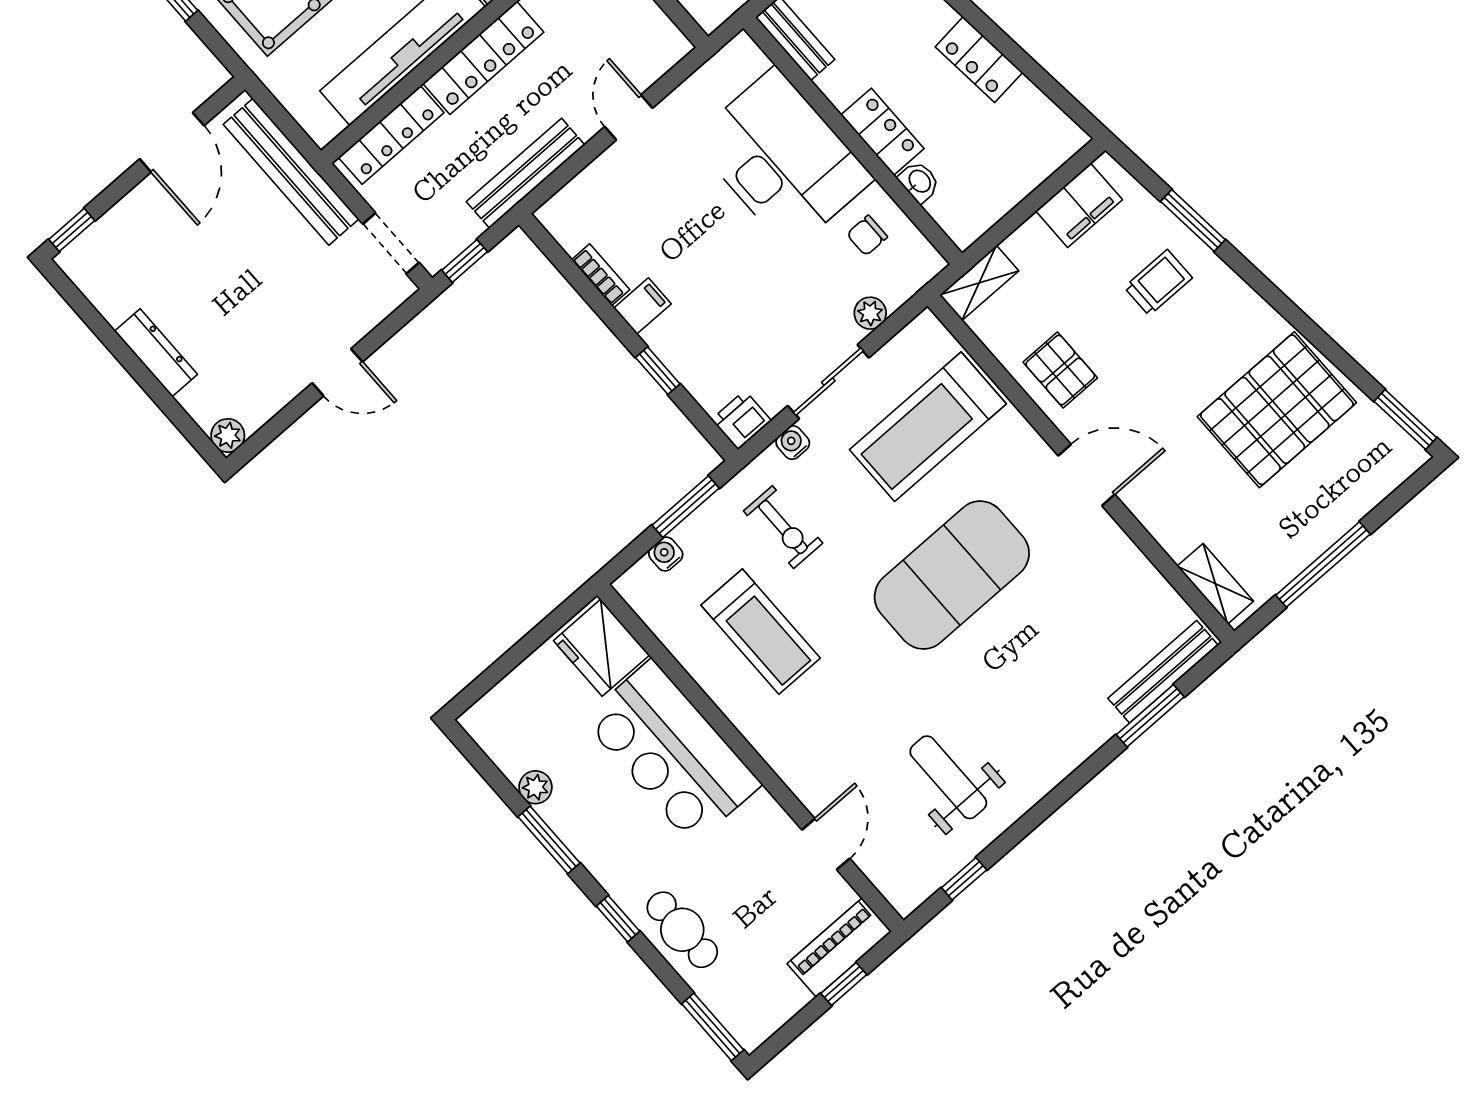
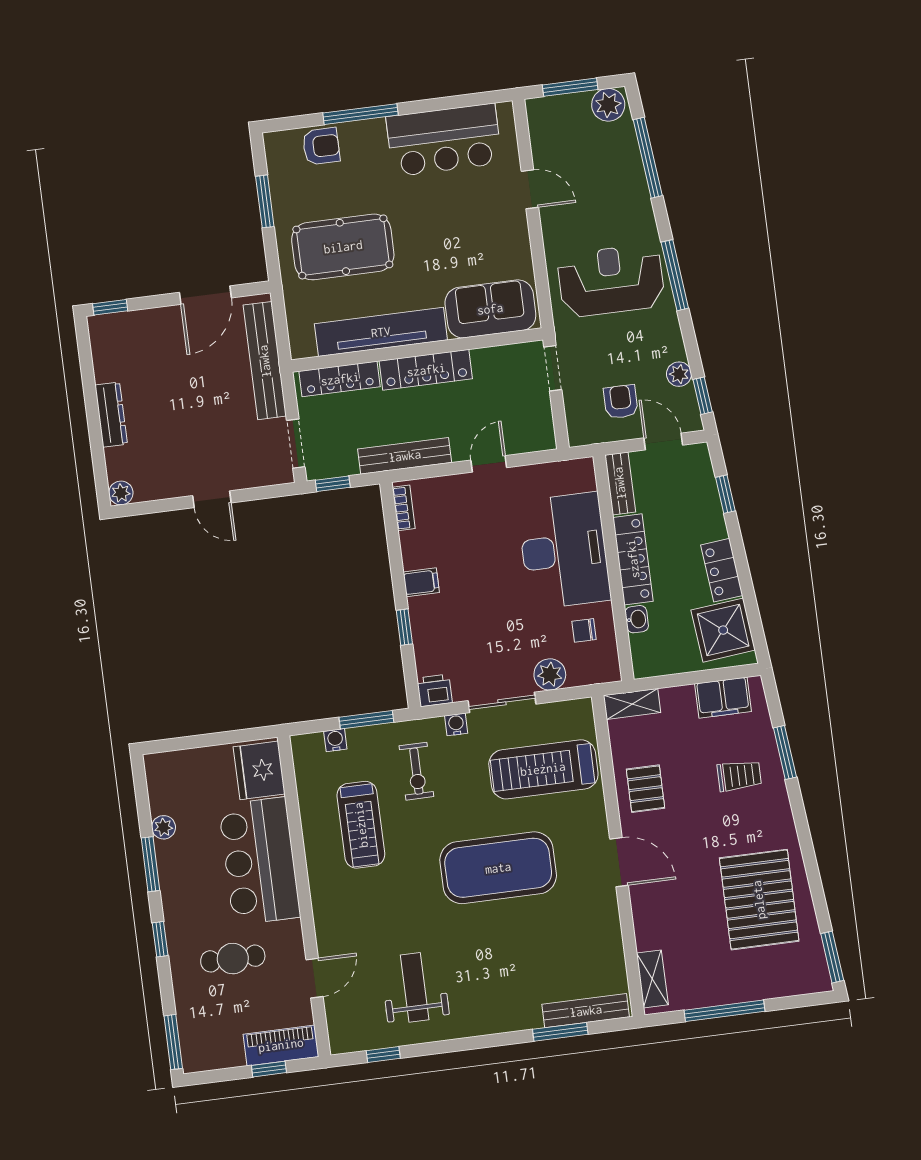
shower: (1027, 127) -> (723, 630), added
locker: (882, 132) -> (633, 559), width x1.53
bookcase: (601, 275) -> (404, 508), moved
plant: (870, 313) -> (550, 674), width x1.38, depth x1.38
pallet: (1277, 410) -> (759, 900), turned 90
cafe table: (682, 930) -> (233, 959), moved, turned 90

